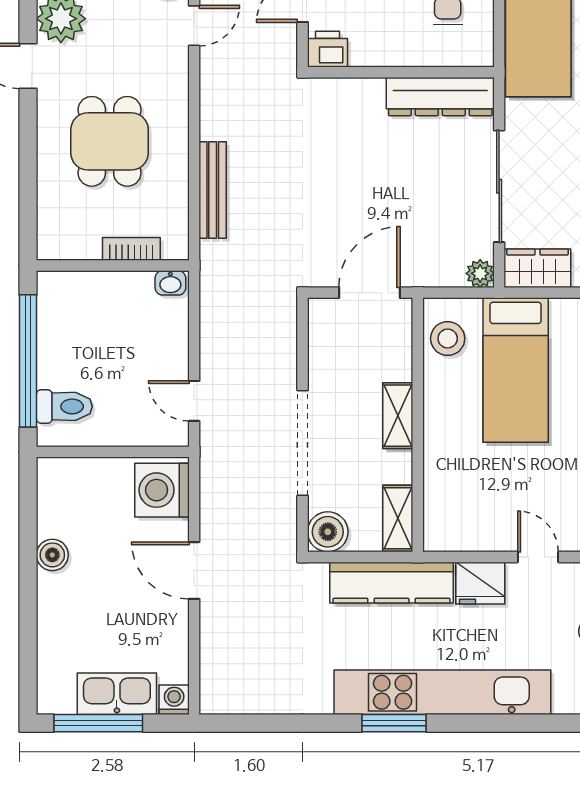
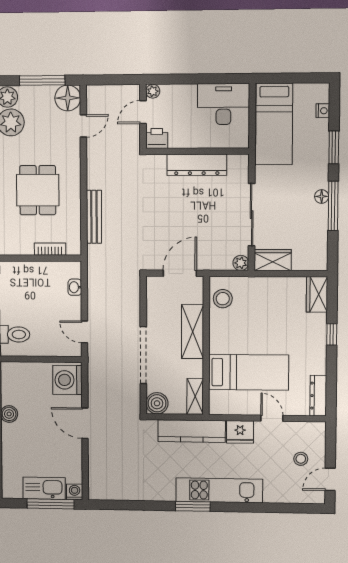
dresser: (440, 97) -> (197, 165), moved
washbasin: (170, 283) -> (75, 287), moved, turned 90
bed: (516, 370) -> (249, 372), moved, turned -90
shelving: (398, 416) -> (193, 332), width x1.50, depth x1.33
kitchen unit: (442, 692) -> (219, 490), width x0.73
window: (98, 723) -> (51, 504), moved

